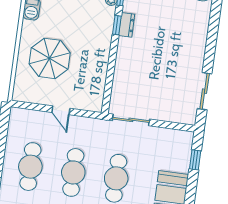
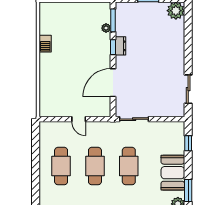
parasol: (50, 58) -> (65, 80), removed
door: (111, 70) -> (113, 83), added

